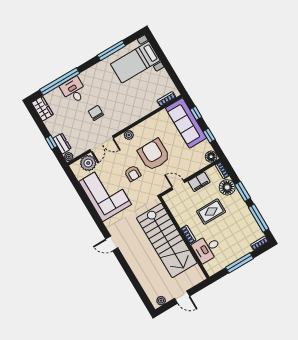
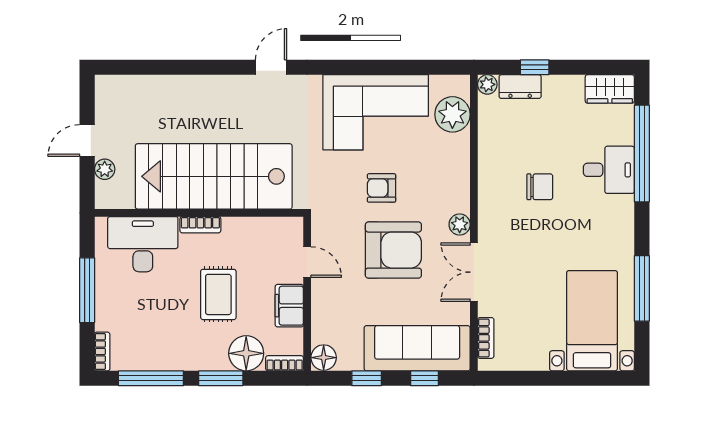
double door: (102, 144) -> (474, 272), moved
door: (178, 185) -> (307, 262), hinge flipped
desk: (207, 248) -> (143, 244), width x1.37
plant: (161, 301) -> (105, 169), moved

